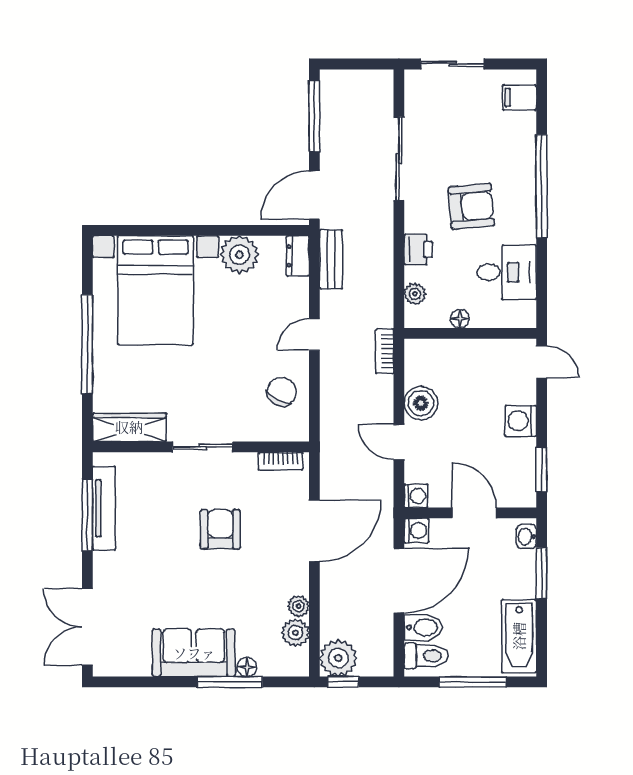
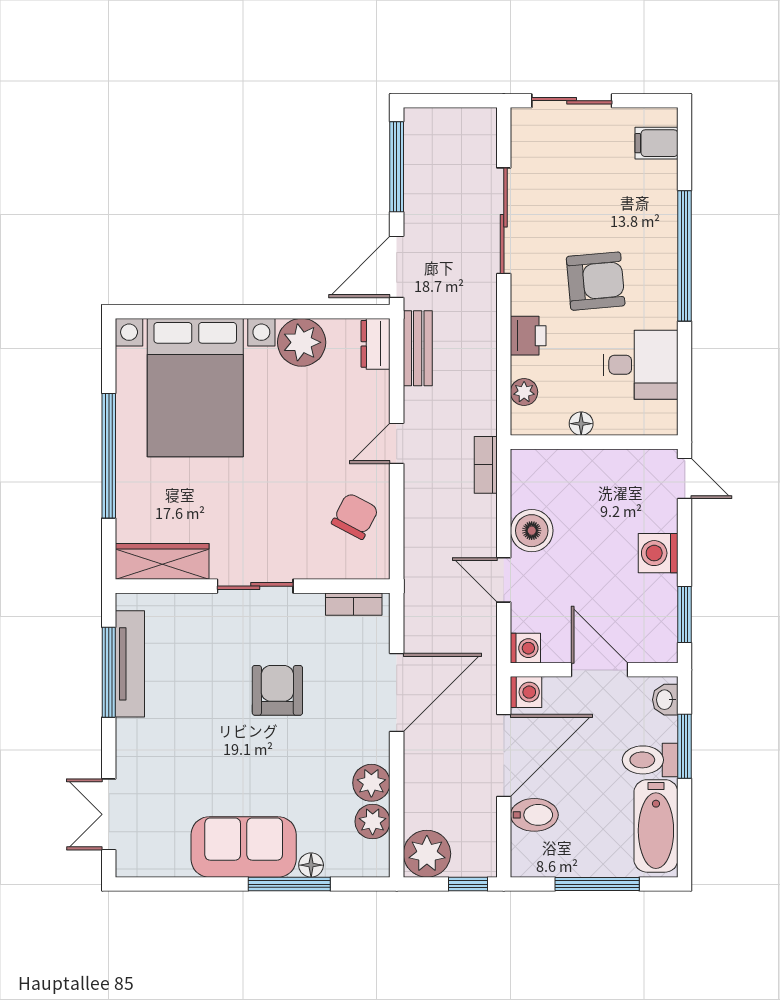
plant: (298, 606) -> (371, 783), width x1.38, depth x1.38
double door: (87, 627) -> (109, 814), width x0.73
toilet: (426, 656) -> (650, 760), moved, turned 180
window: (343, 682) -> (468, 884), moved

